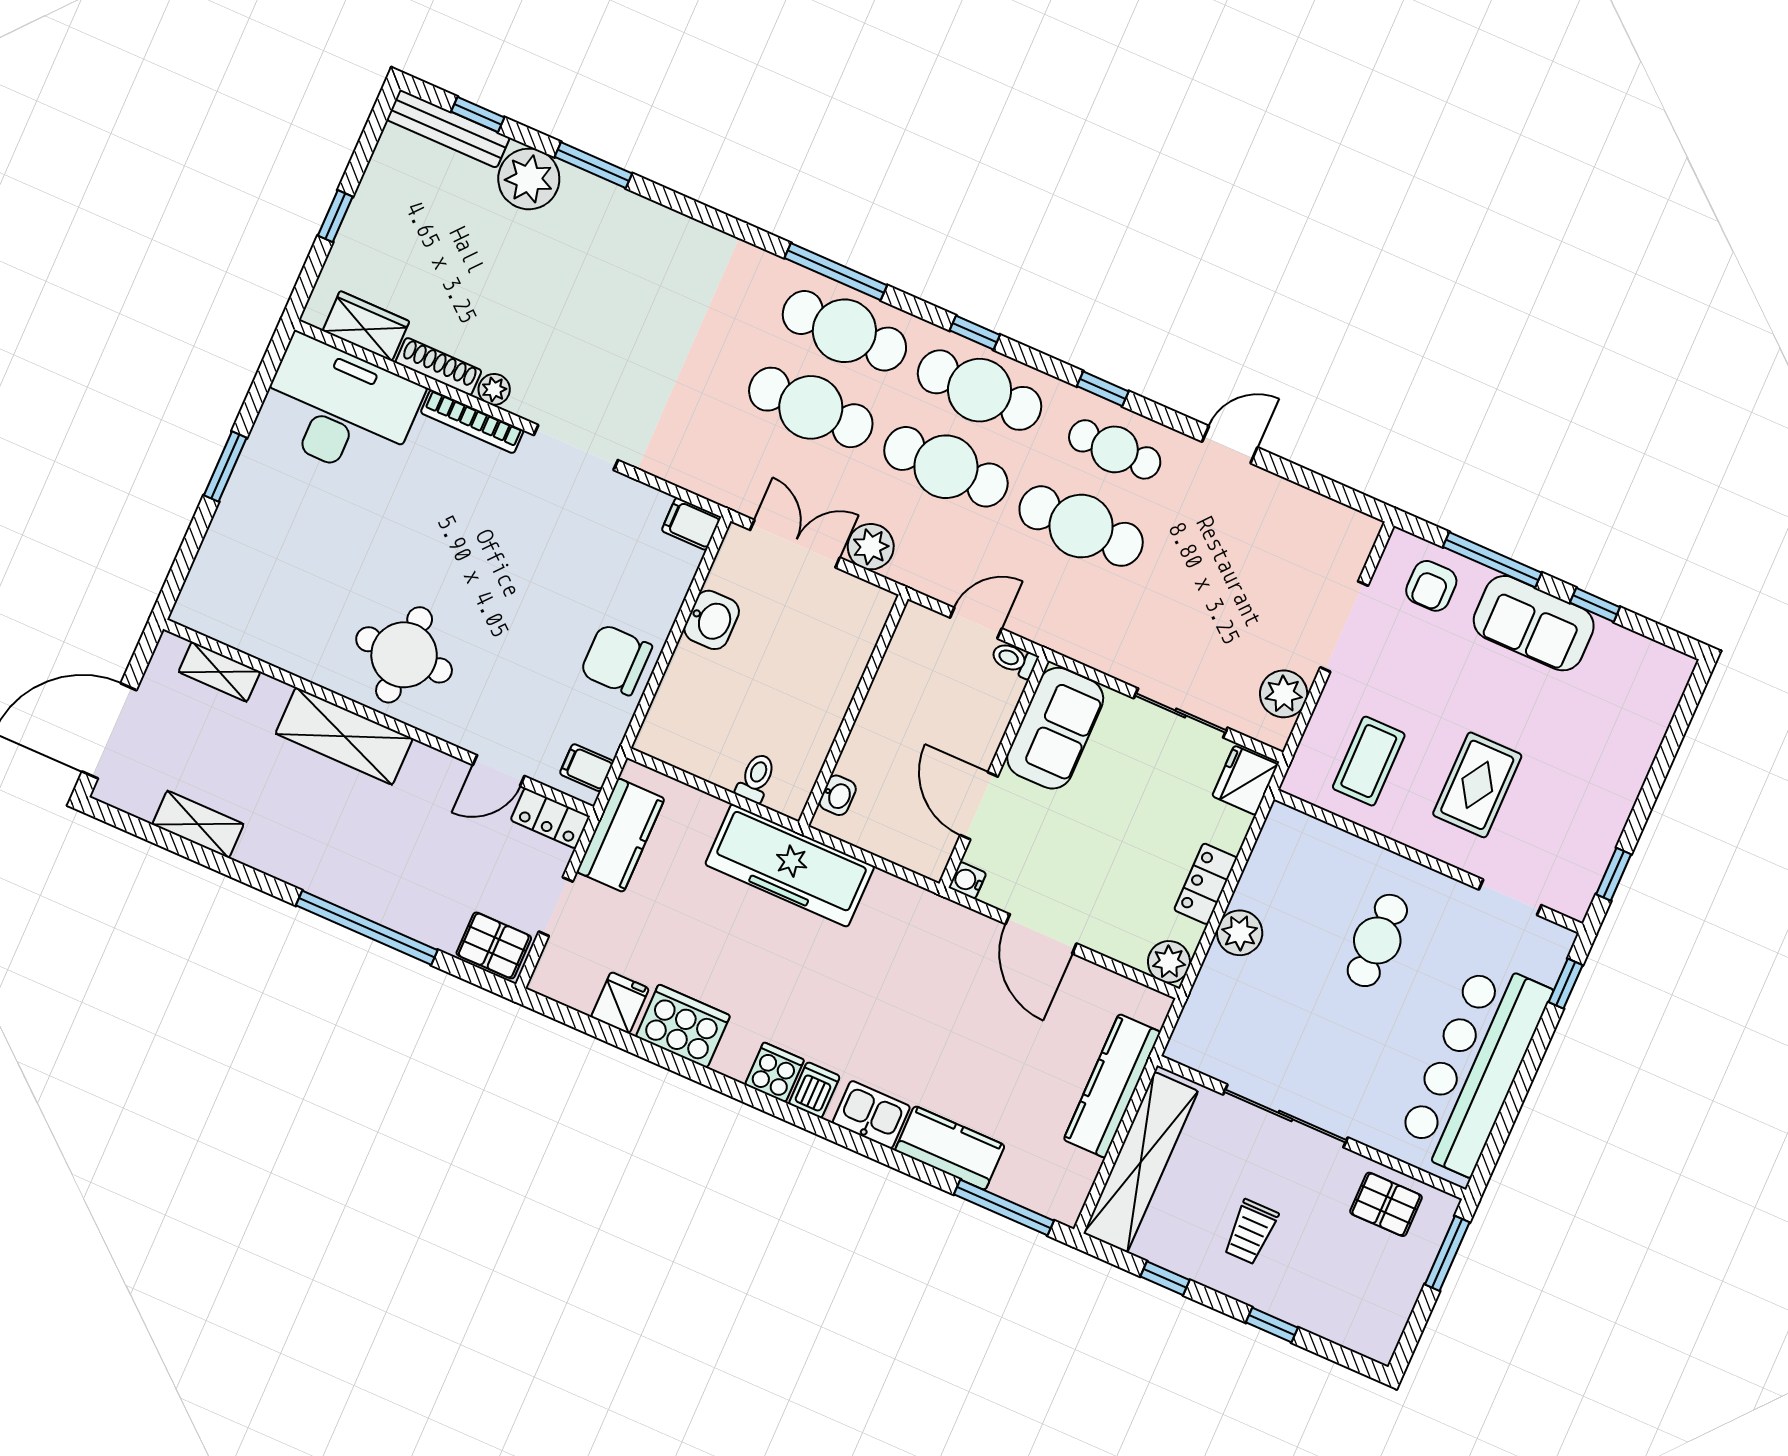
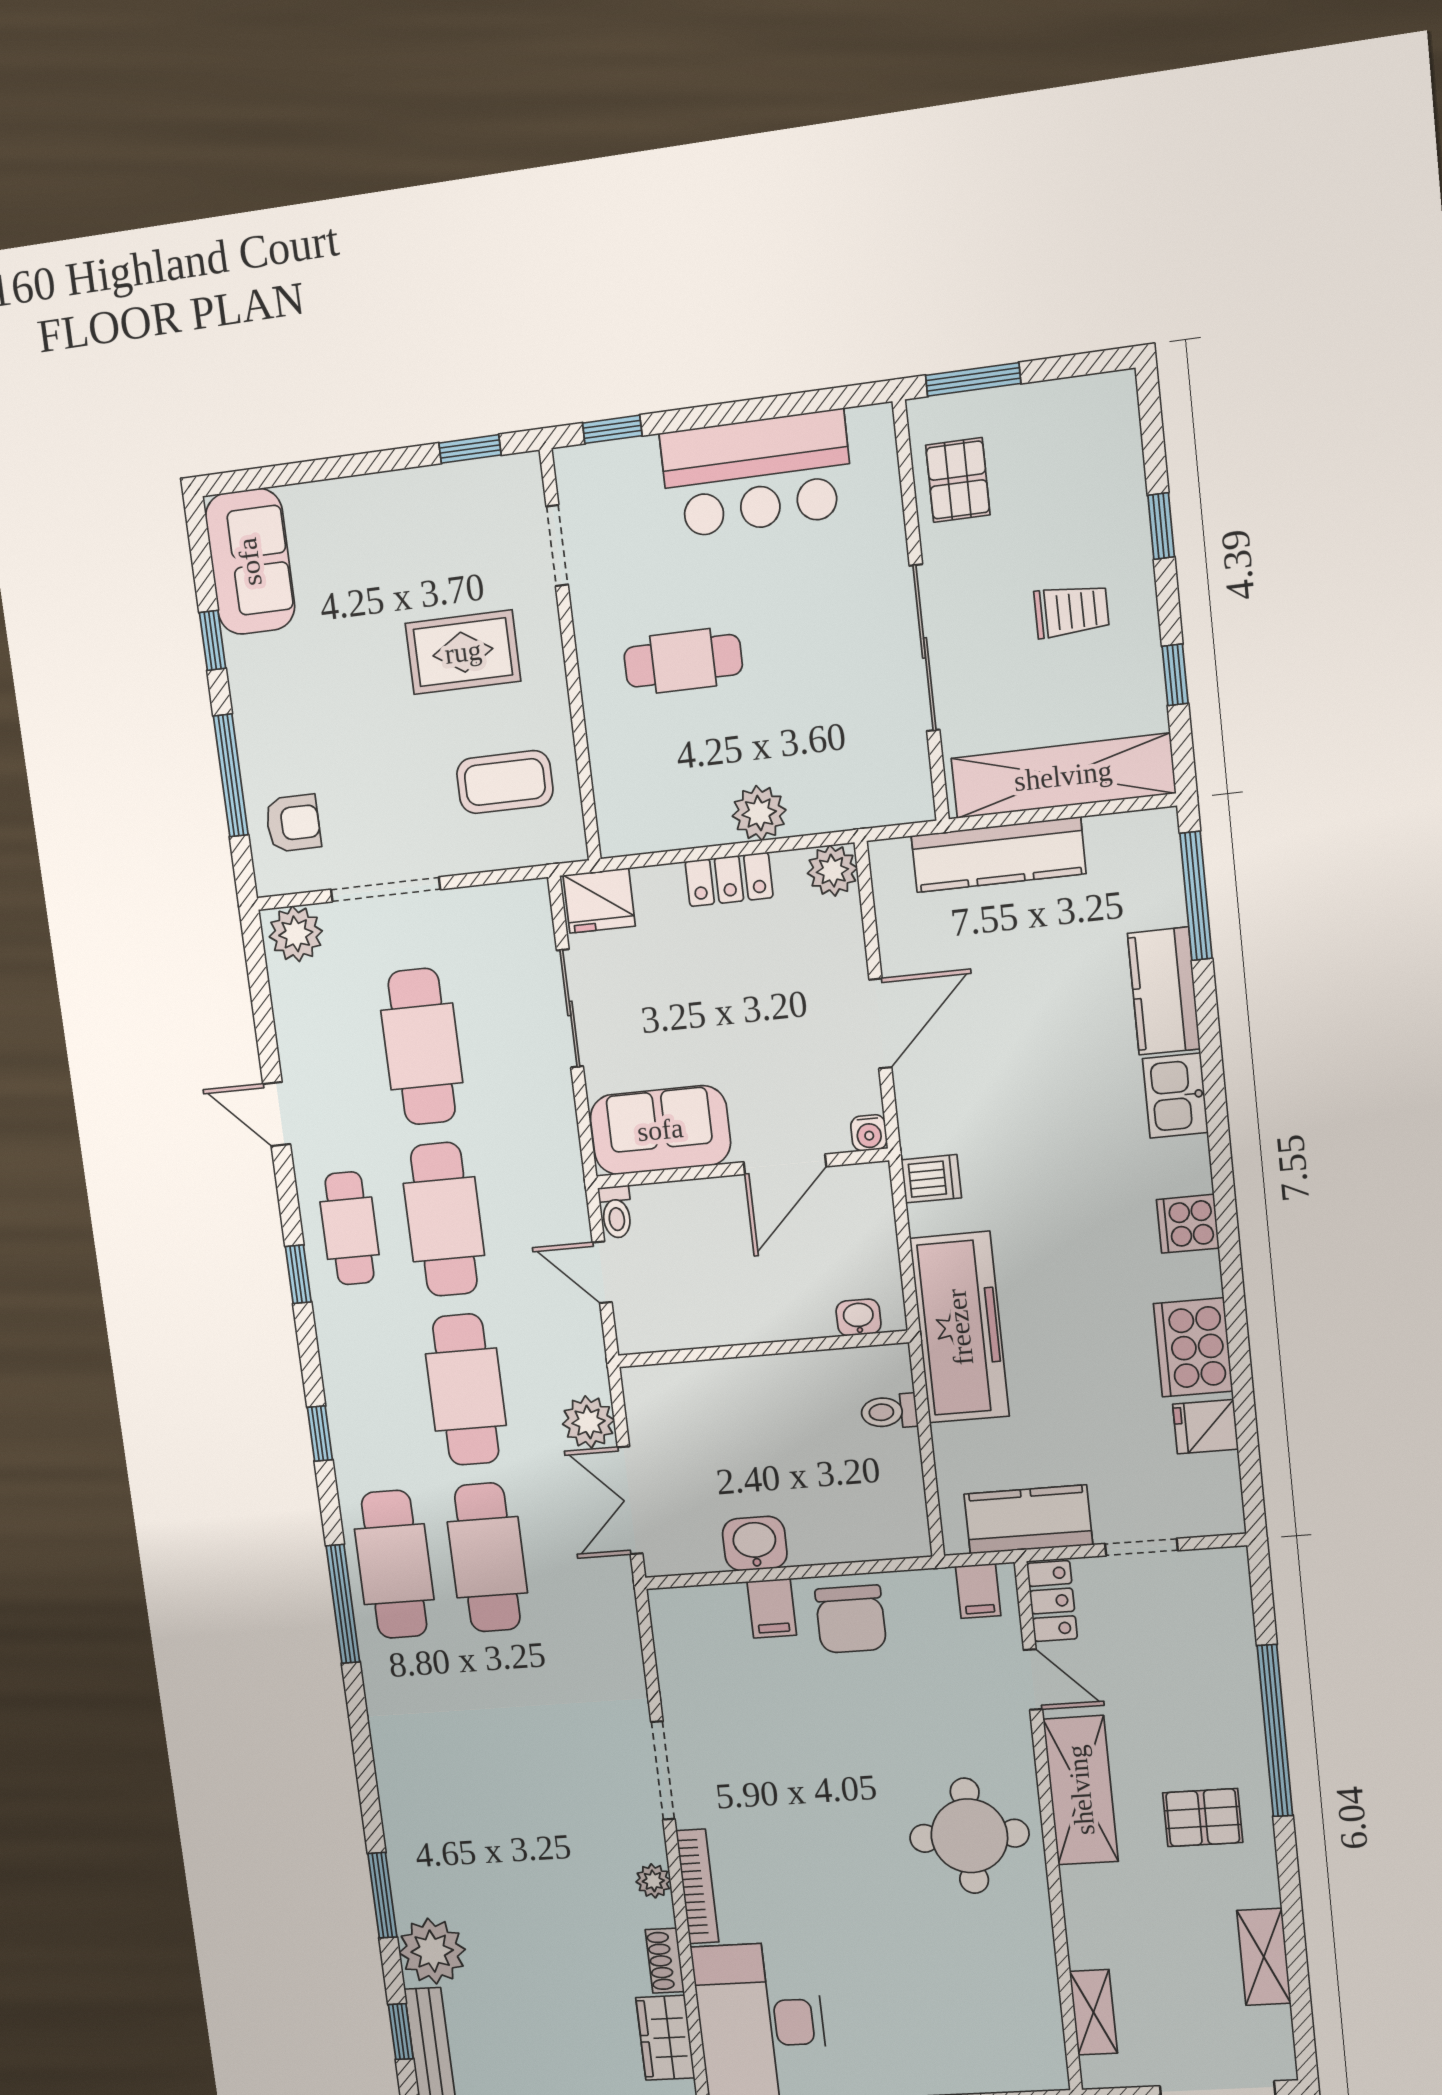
shoe rack: (438, 366) -> (665, 1961), width x0.70
cafe table: (980, 390) -> (422, 1047), moved
filing cabinet: (691, 524) -> (772, 1608), moved
sofa: (1534, 623) -> (250, 562), moved
plant: (1284, 694) -> (296, 934), moved
shelving: (344, 736) -> (1081, 1790), moved
pallet: (494, 945) -> (1203, 1818), moved, turned 90
bar counter: (1474, 1067) -> (757, 474), width x0.73
dishwasher: (814, 1090) -> (931, 1179), moved, turned 180

